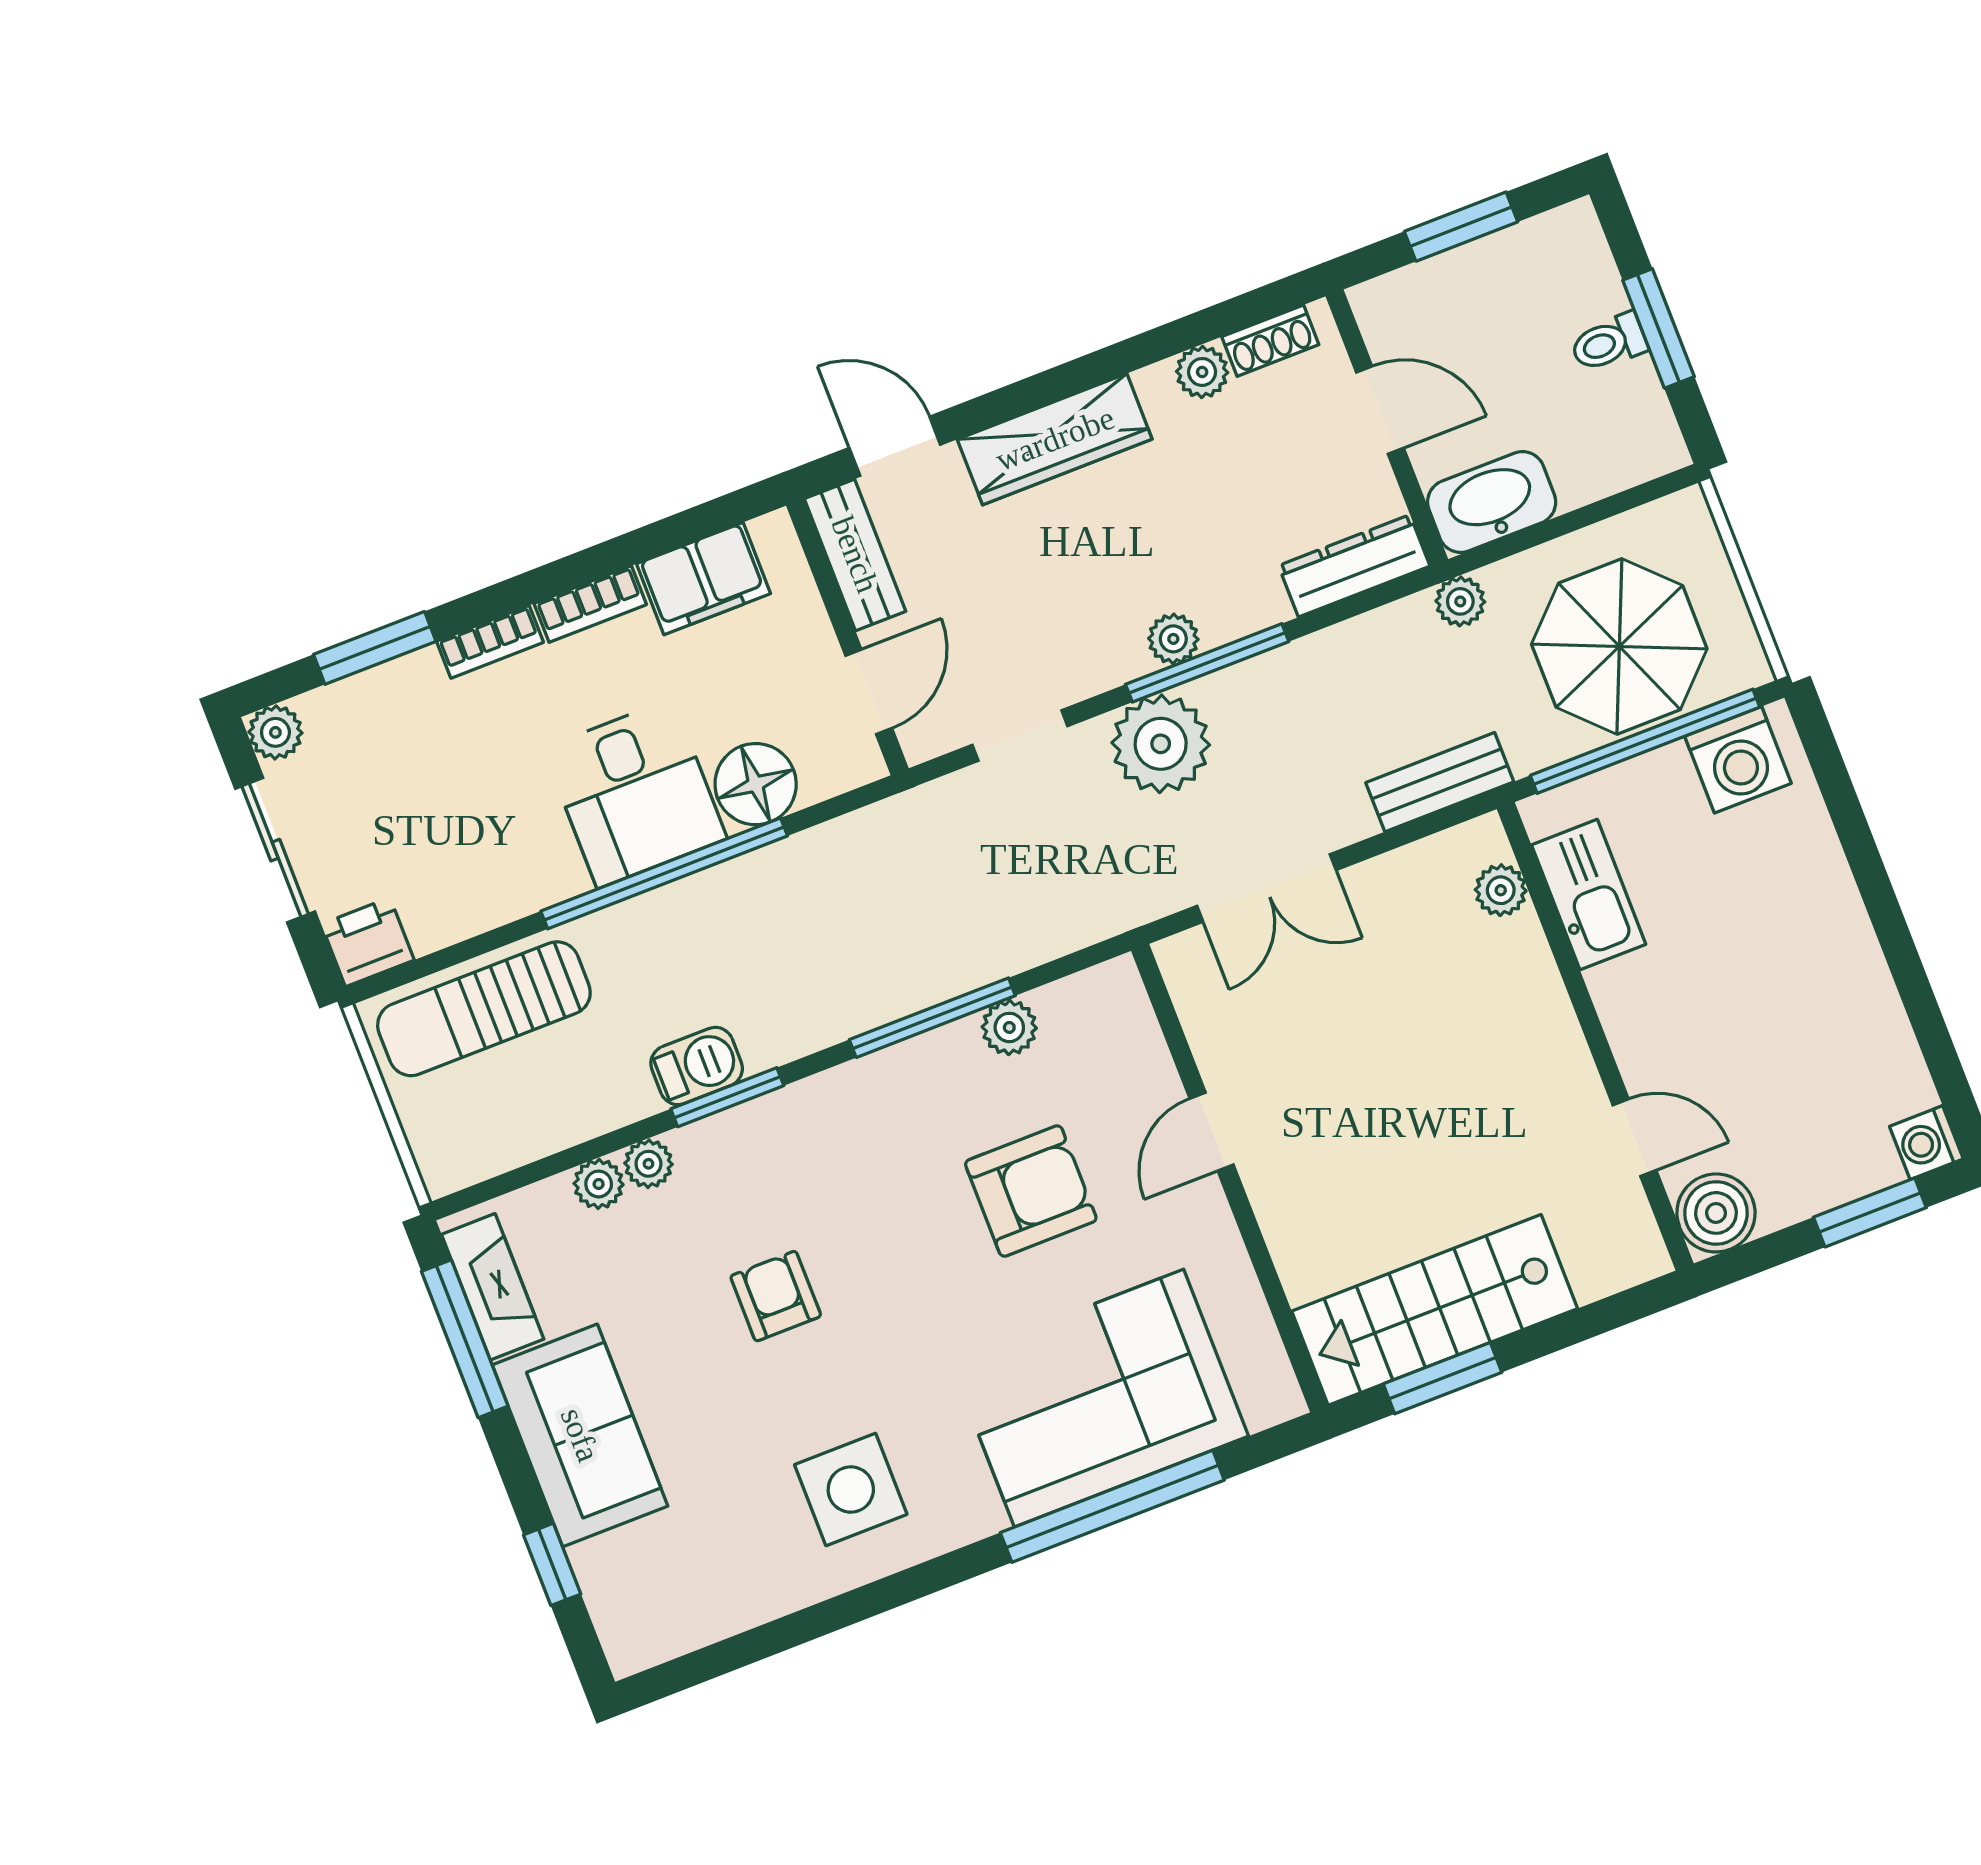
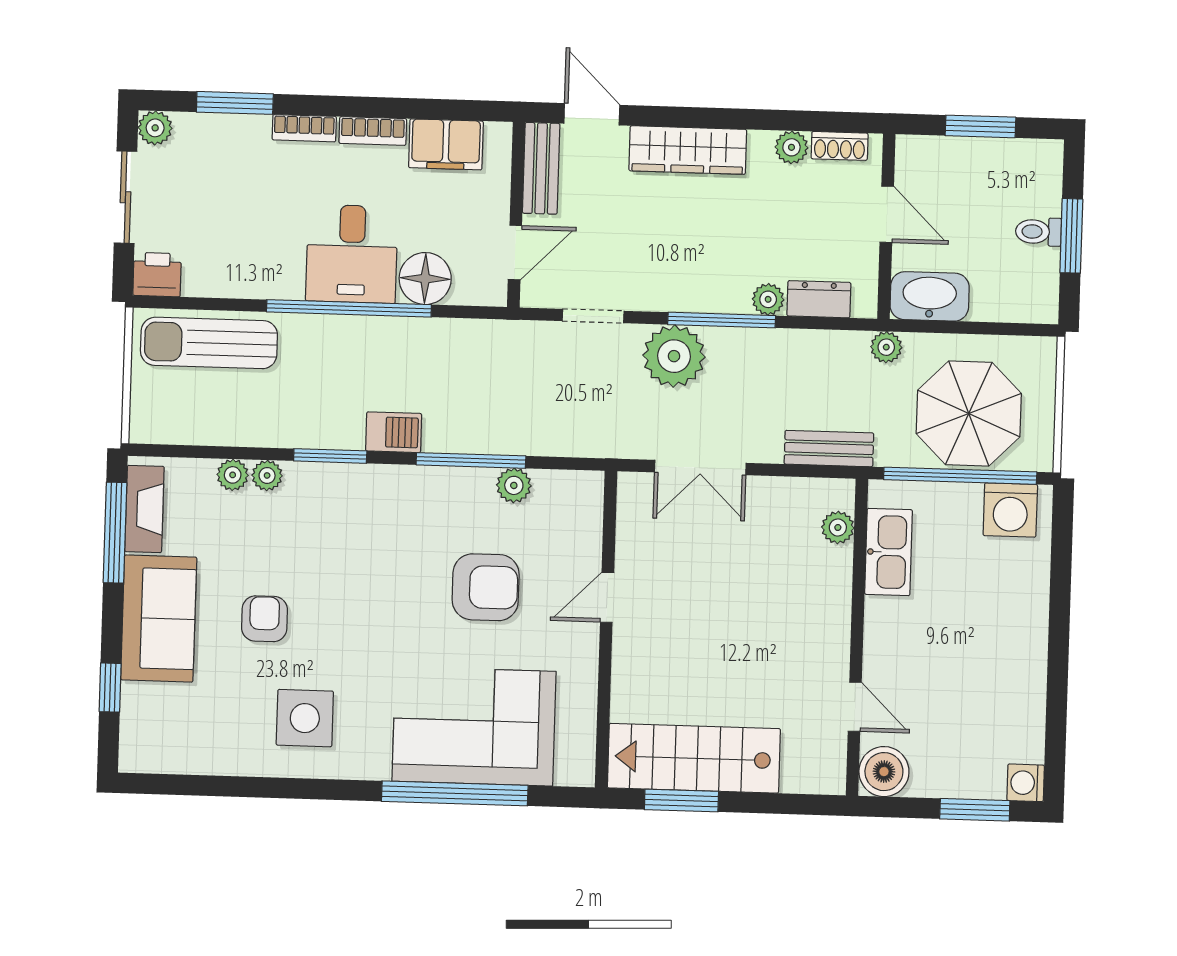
dresser: (1354, 566) -> (819, 299), width x0.70
plant: (1173, 639) -> (768, 299), moved
barbecue: (697, 1066) -> (394, 432), moved
armchair: (776, 1296) -> (265, 619), moved

